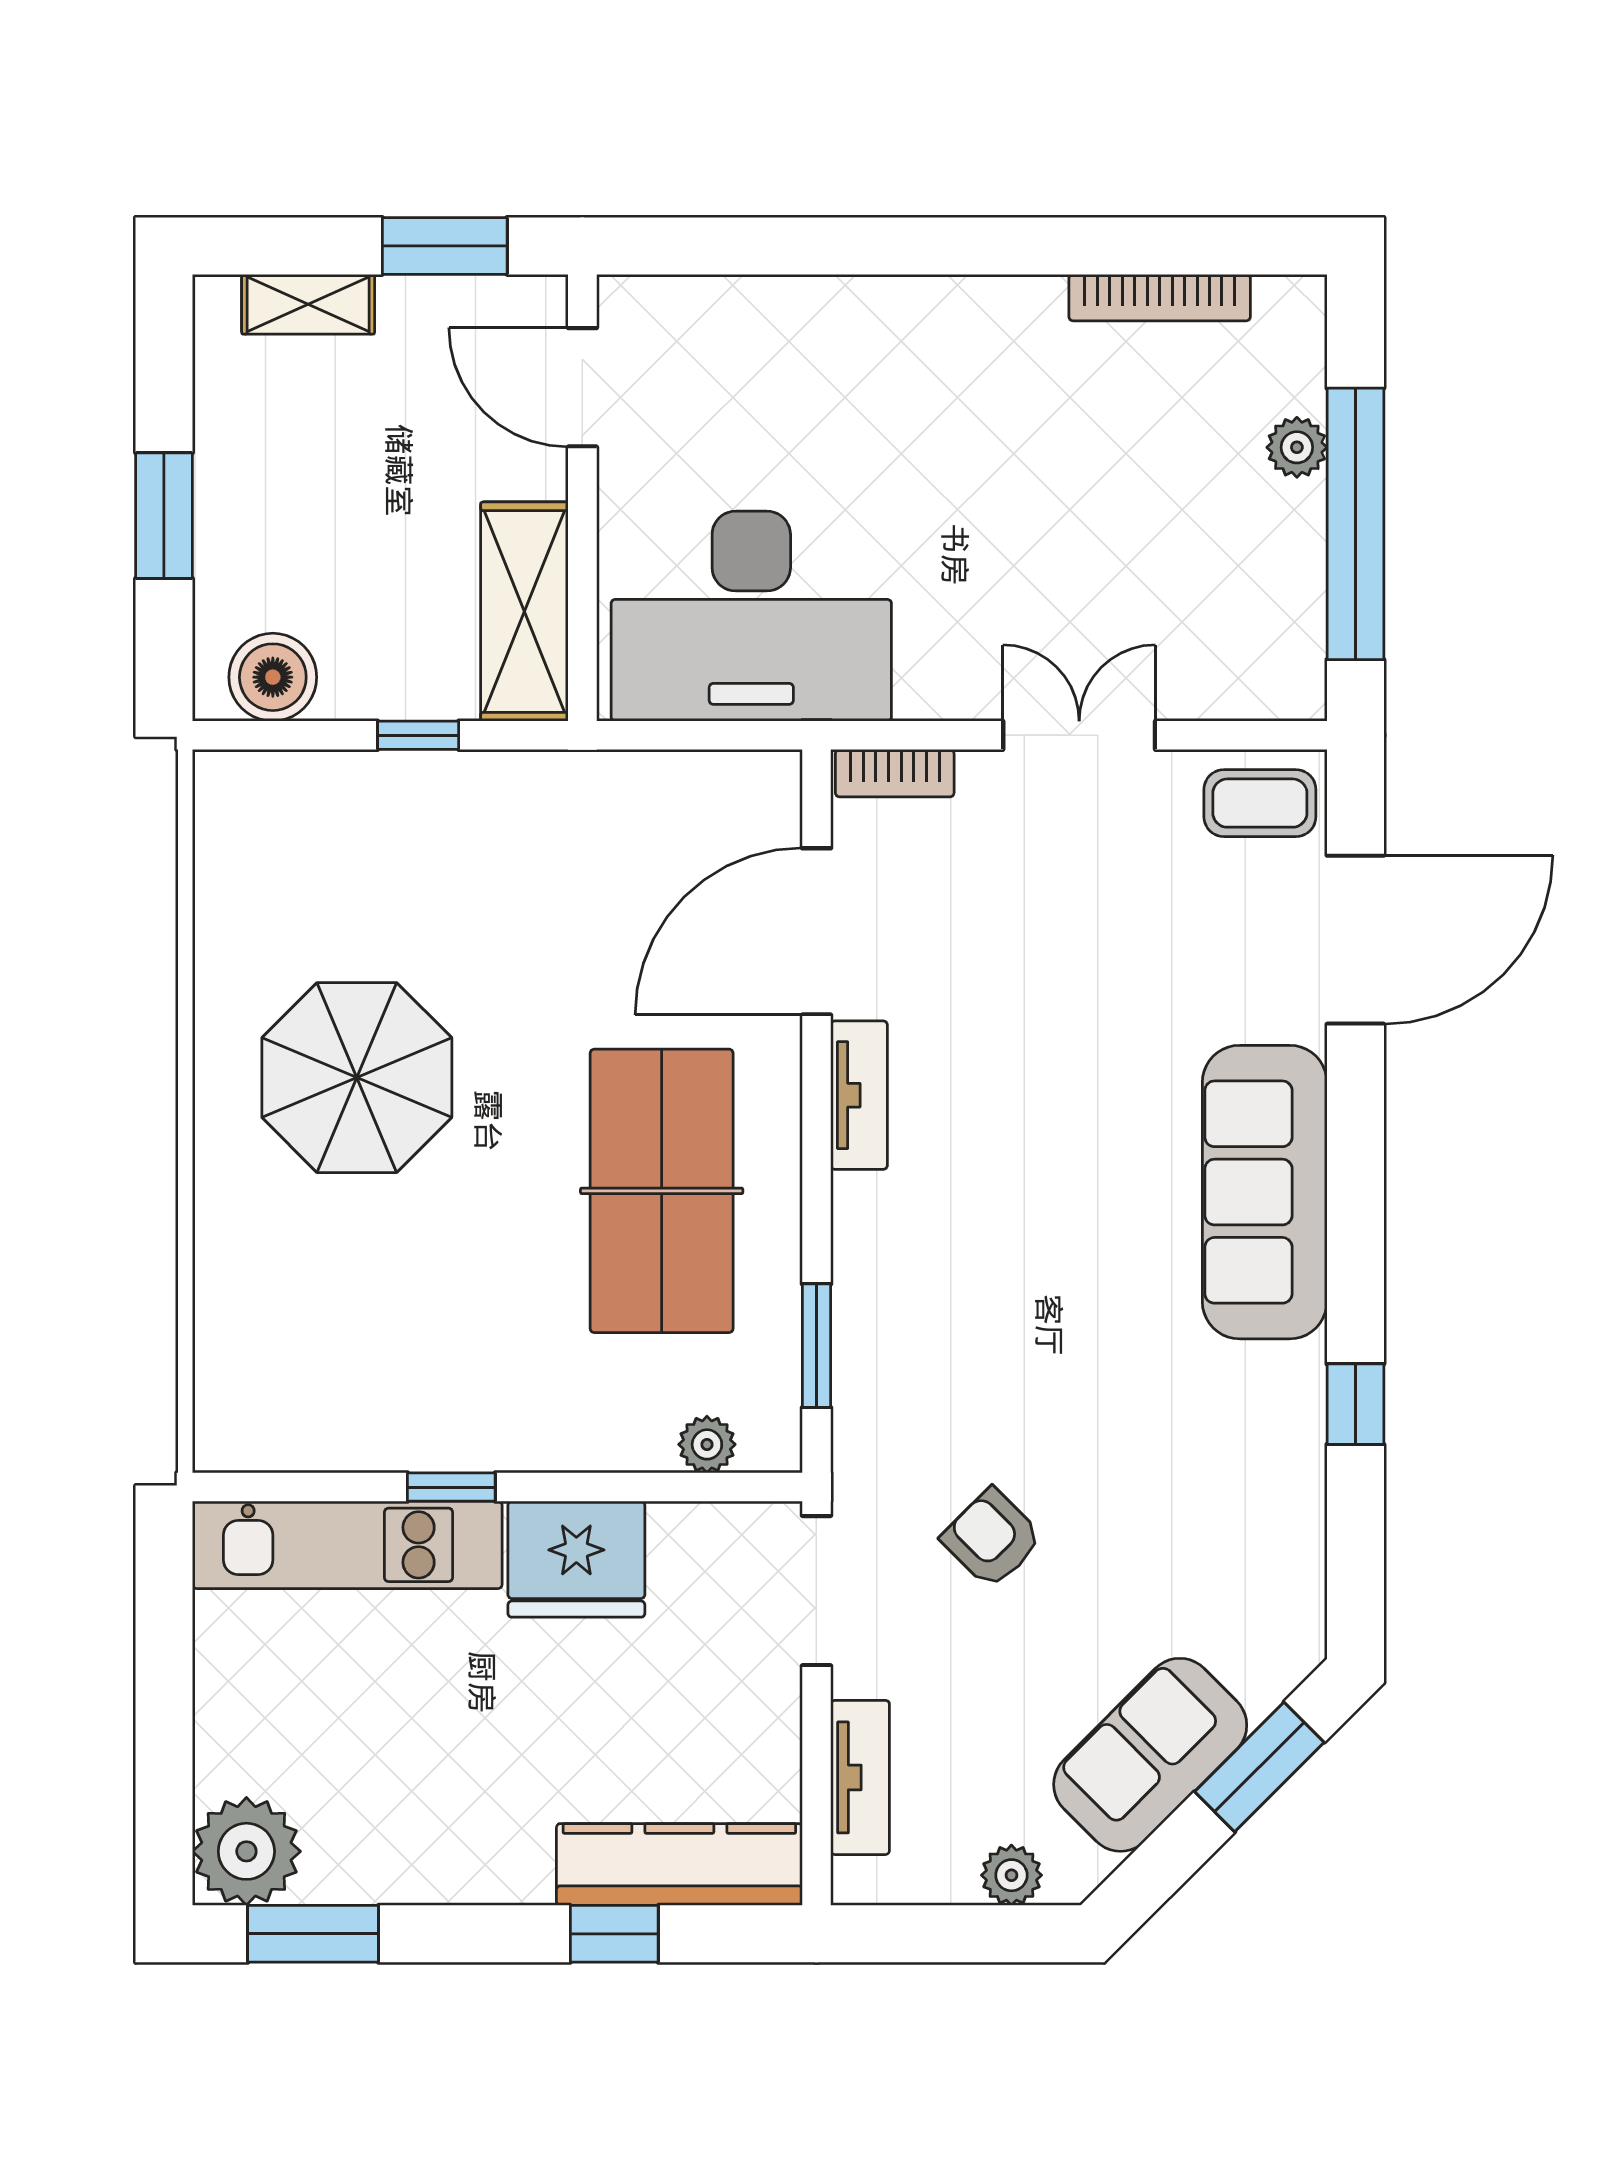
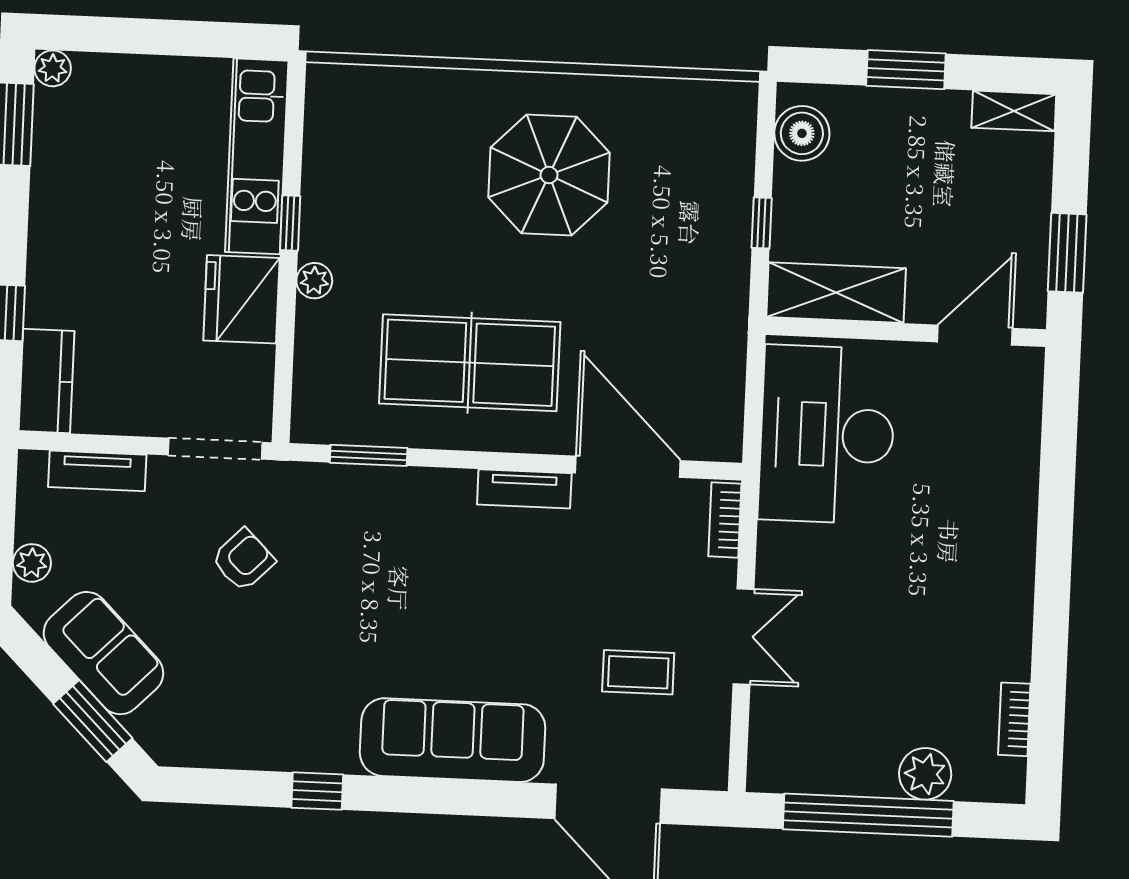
bookcase: (1160, 298) -> (1014, 719), width x0.64
shelving: (308, 304) -> (1014, 111), moved, turned 90
plant: (1297, 447) -> (925, 774), width x1.38, depth x1.38
coffee table: (1260, 803) -> (638, 672), moved, turned 90
plant: (707, 1444) -> (314, 281), moved
plant: (246, 1851) -> (53, 68), width x0.53, depth x0.53
kitchen counter: (679, 1864) -> (47, 381), width x0.67

